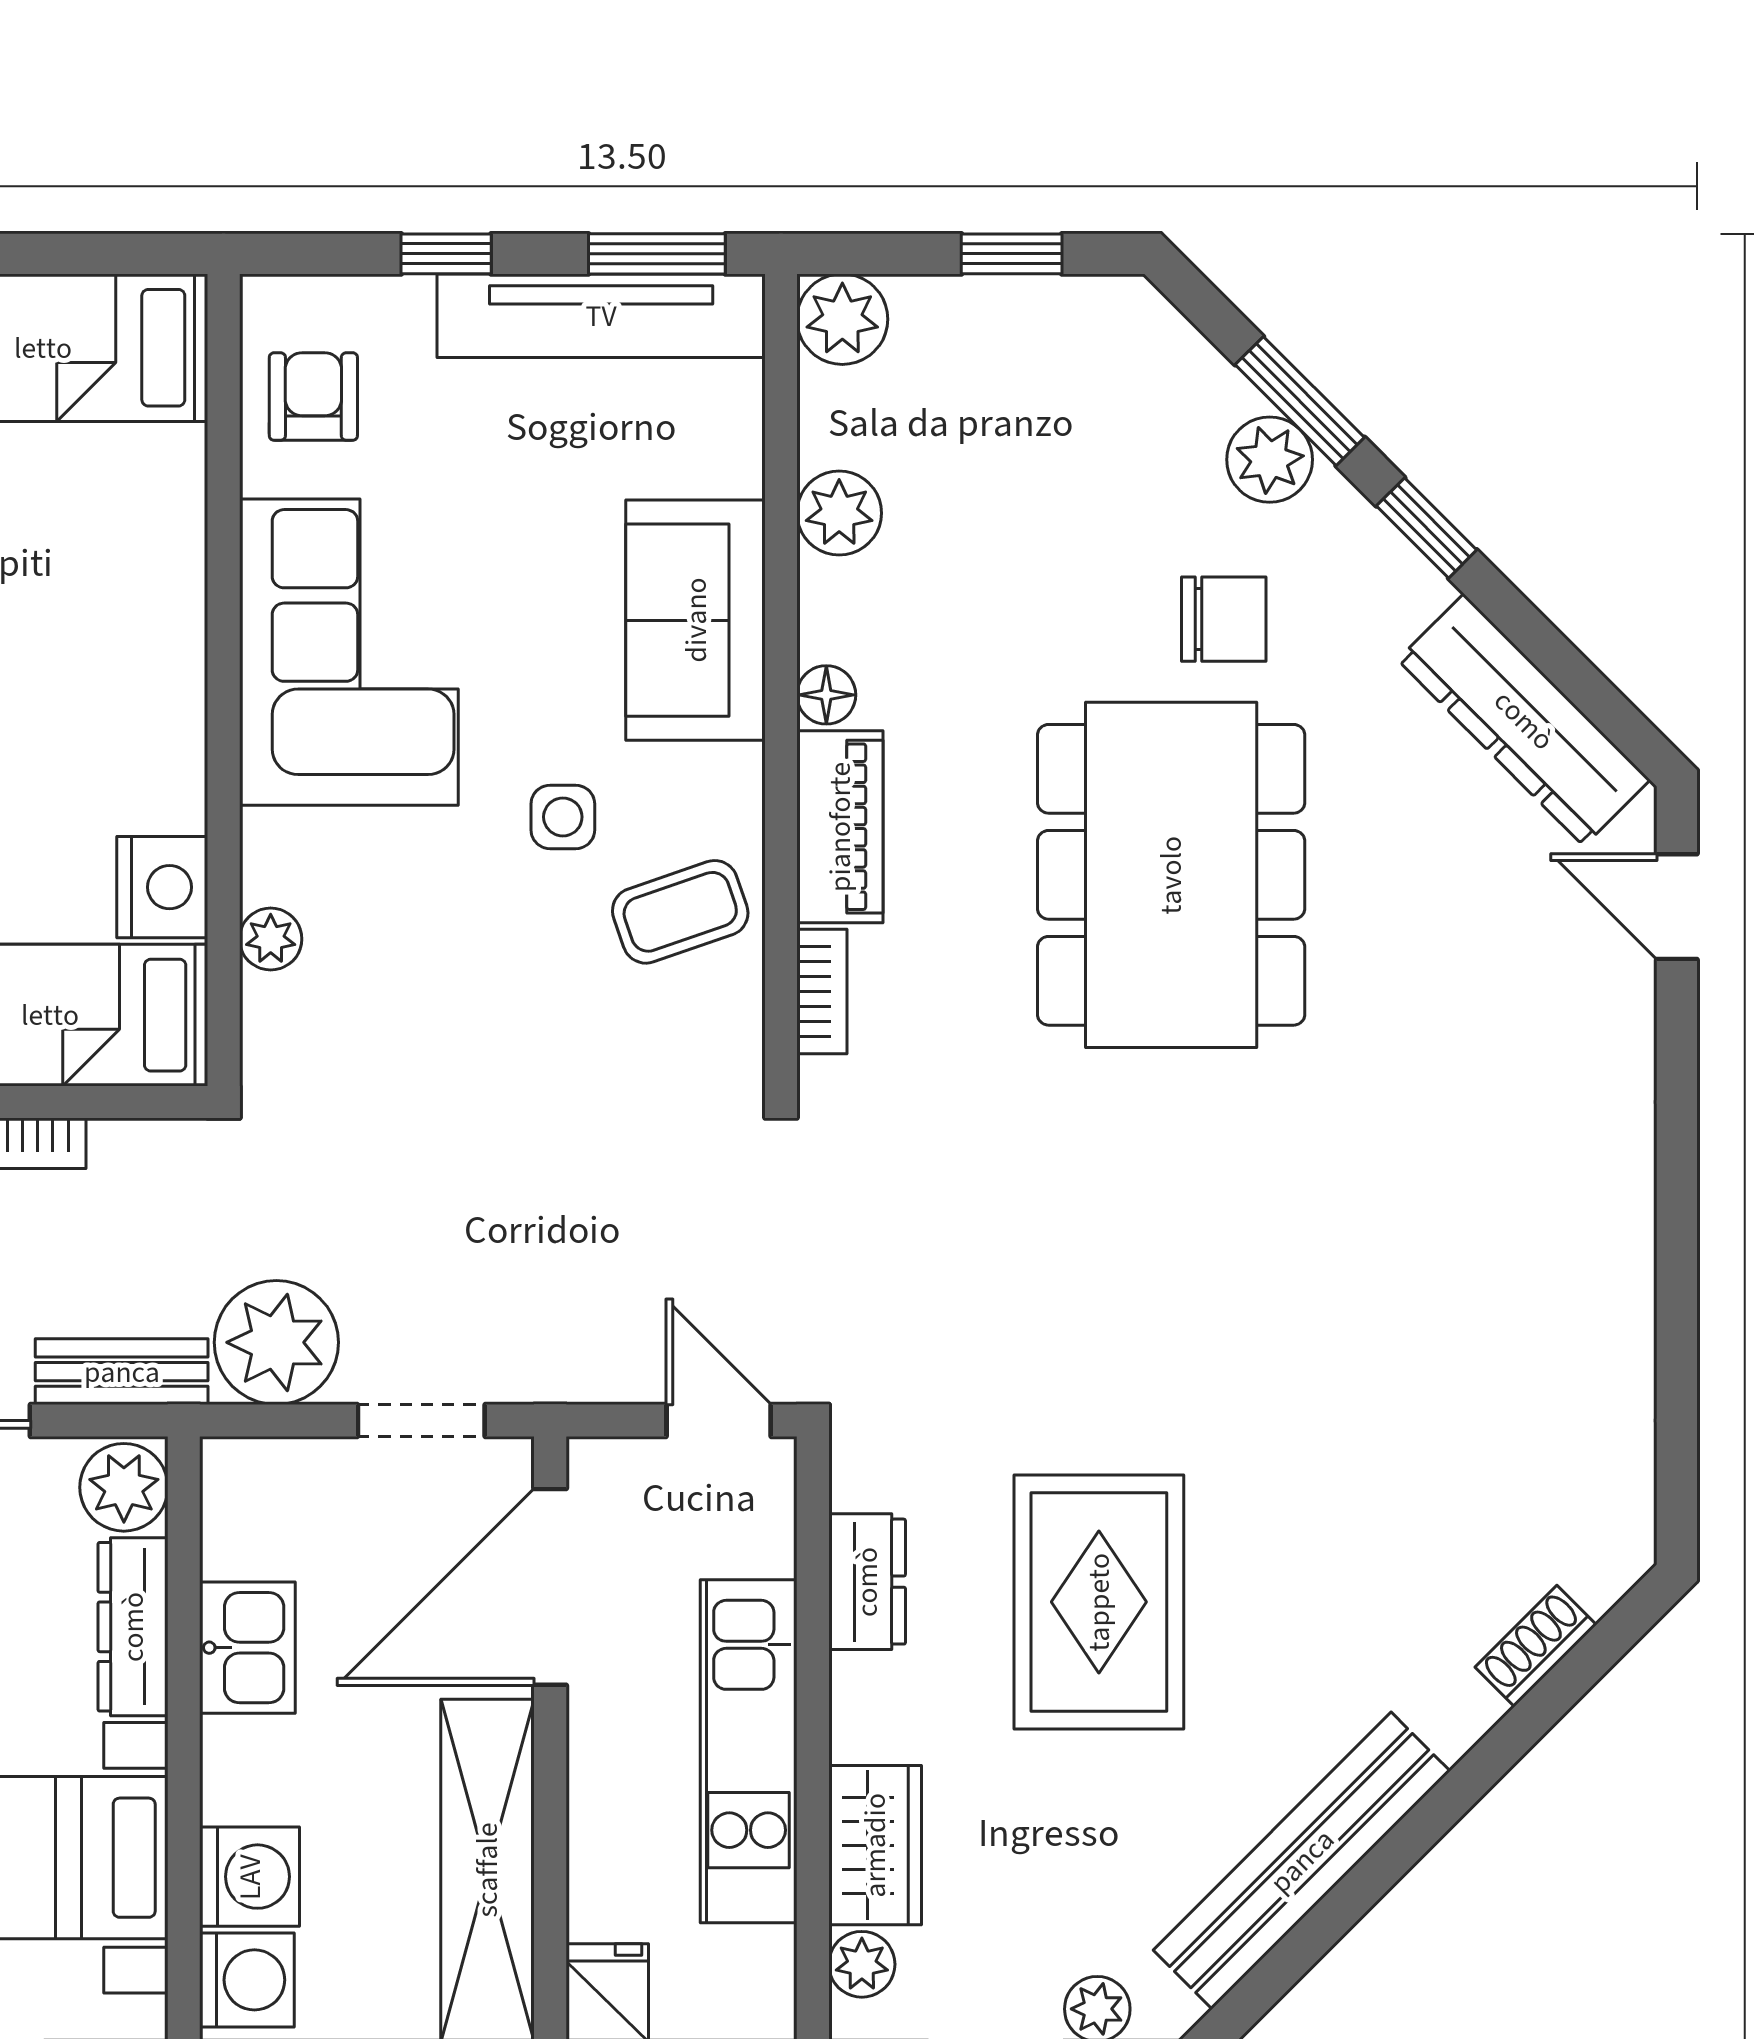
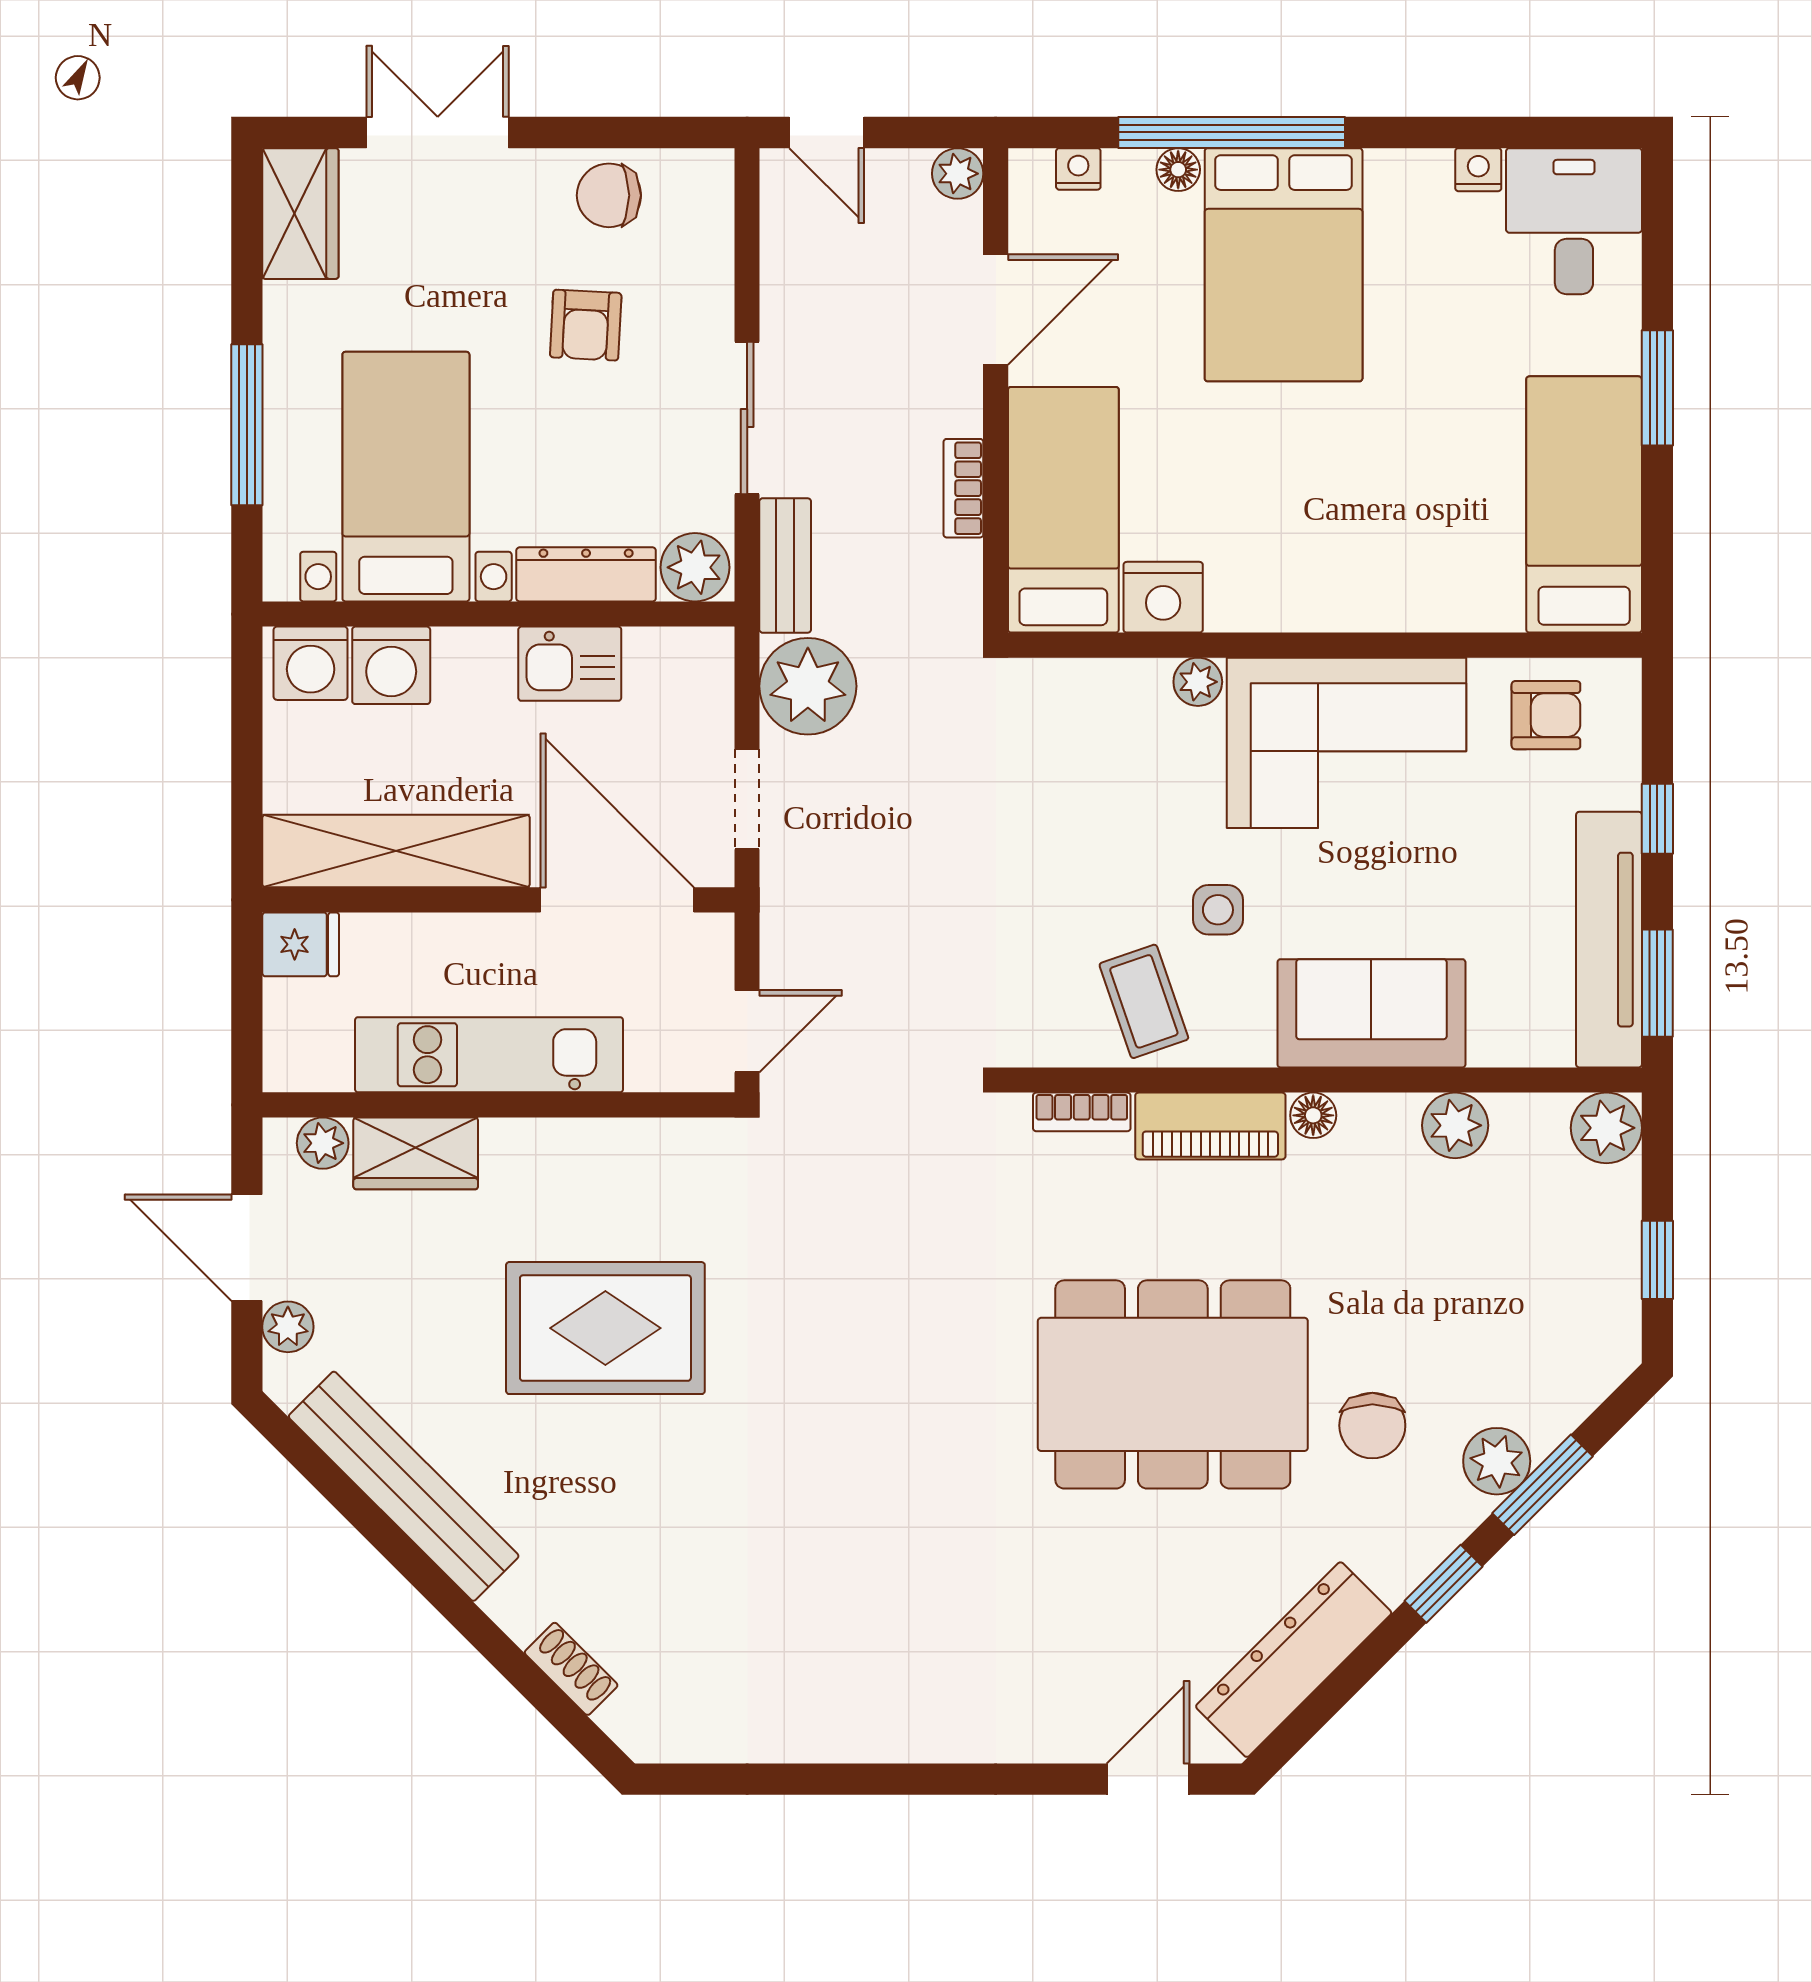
plant: (271, 939) -> (1198, 682), moved
dresser: (867, 1582) -> (621, 1147), removed

